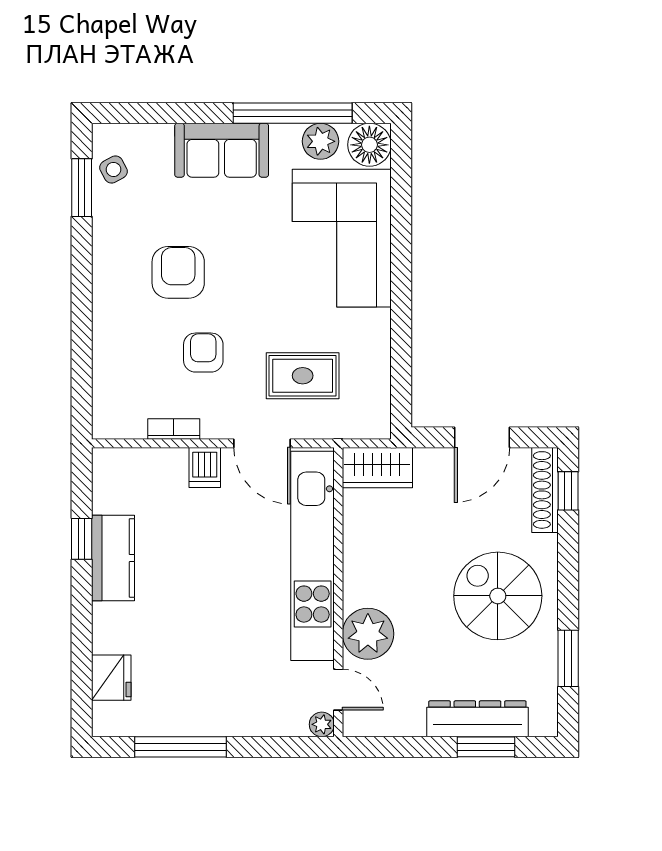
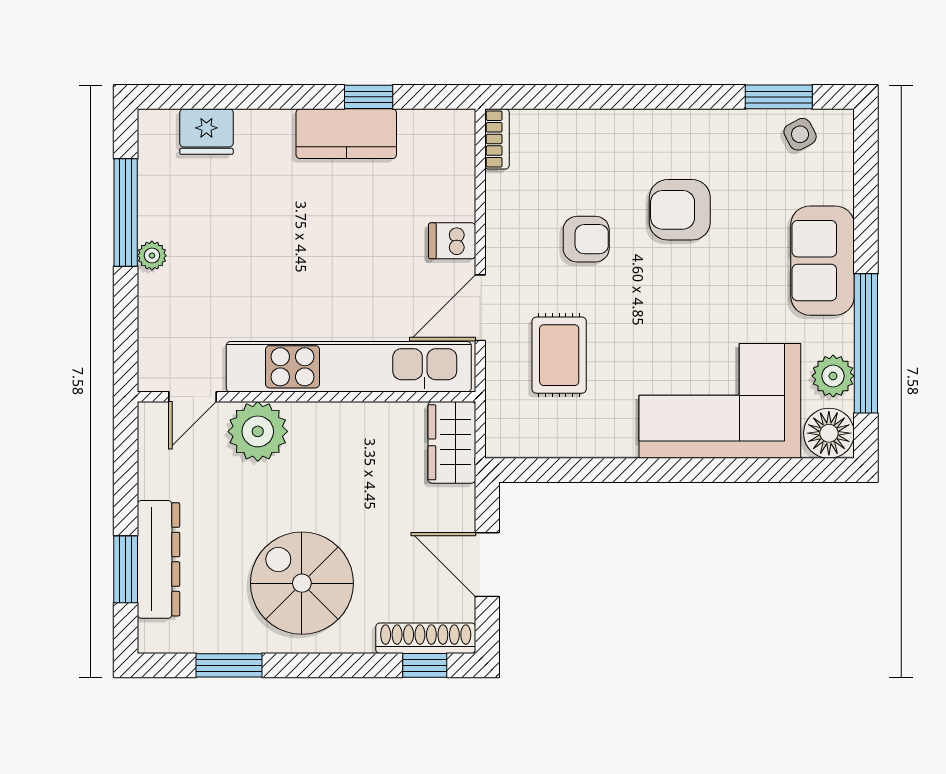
armchair: (178, 272) -> (680, 210), turned 180
bookcase: (174, 429) -> (497, 139), moved
spiral stairs: (498, 596) -> (302, 583), turned -90
plant: (322, 724) -> (152, 256), moved

